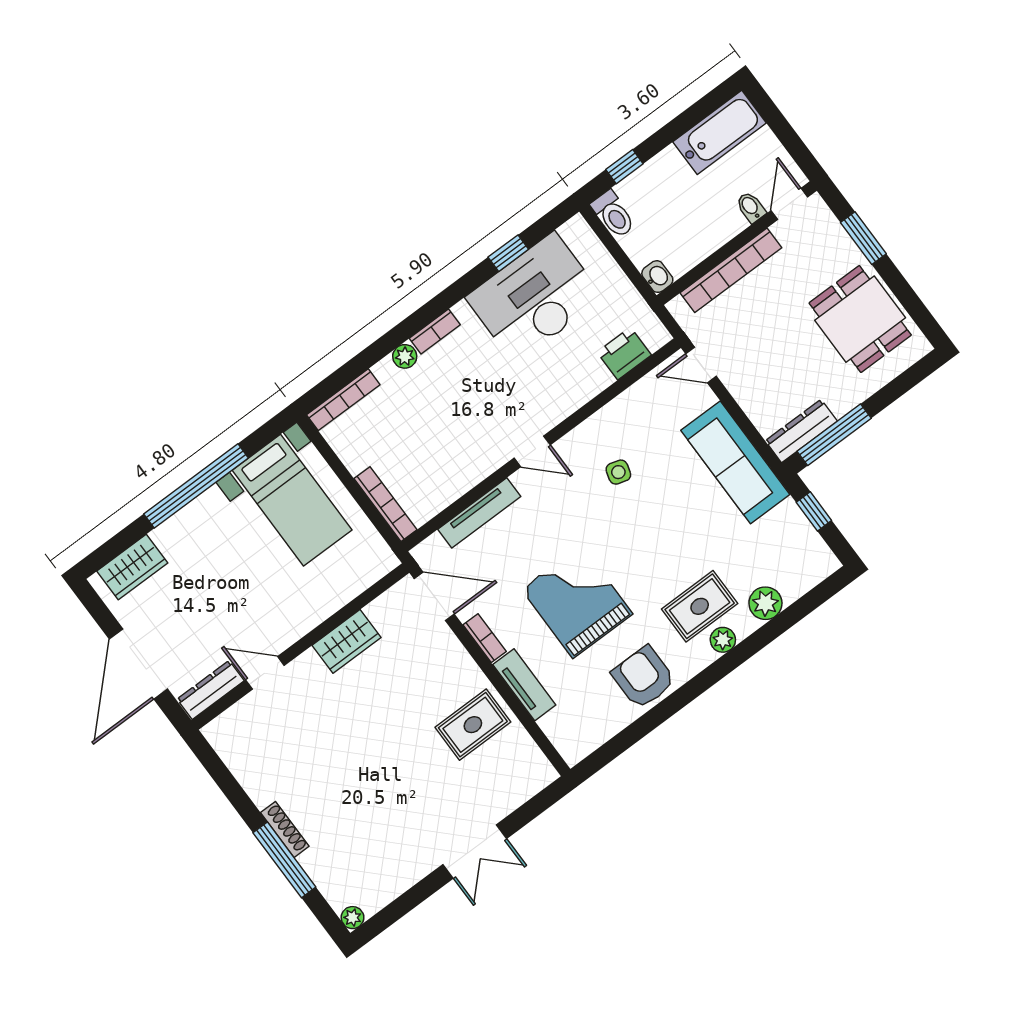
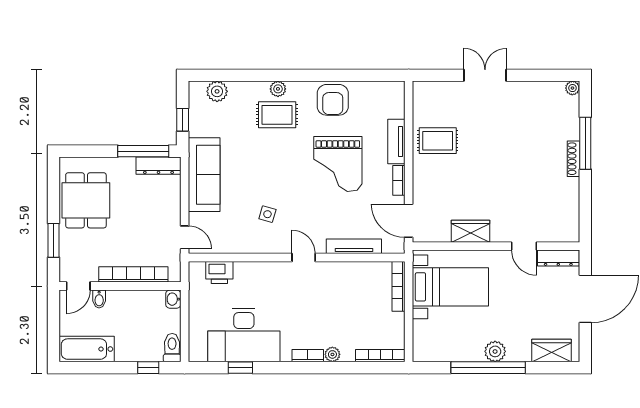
bed with nightstands: (292, 500) -> (450, 287), moved, turned 90
plant: (203, 513) -> (495, 351), added
plant: (765, 603) -> (217, 91), moved

